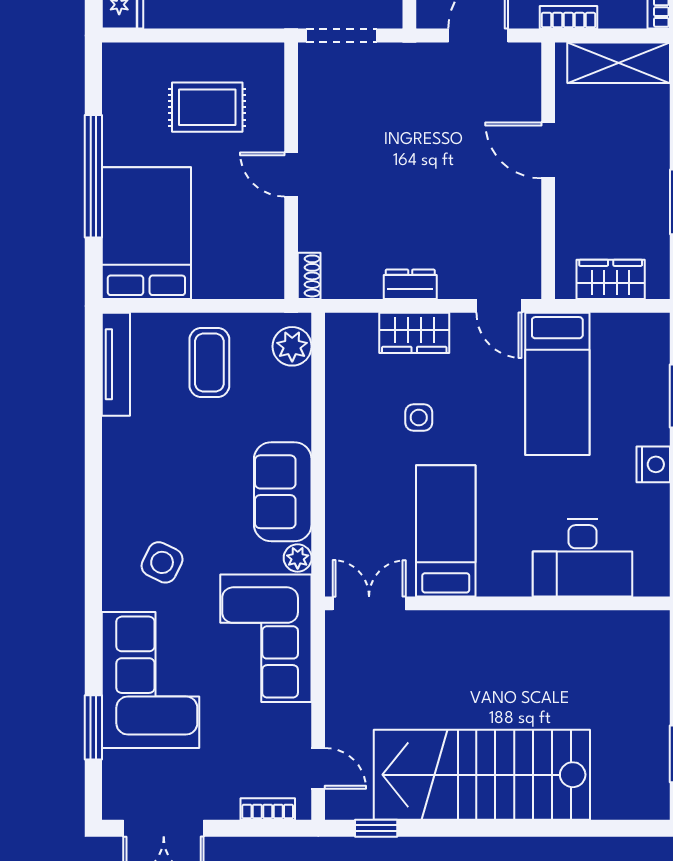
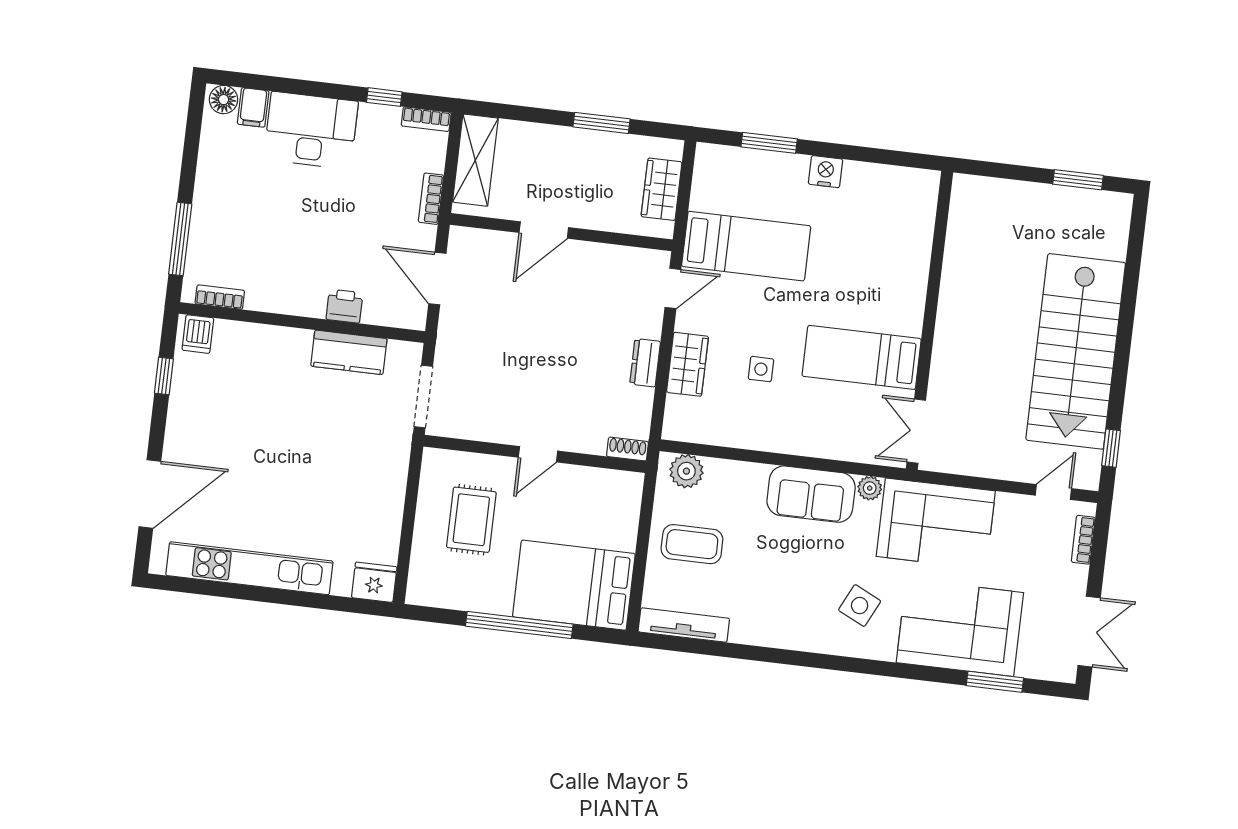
desk: (582, 558) -> (899, 242), removed

